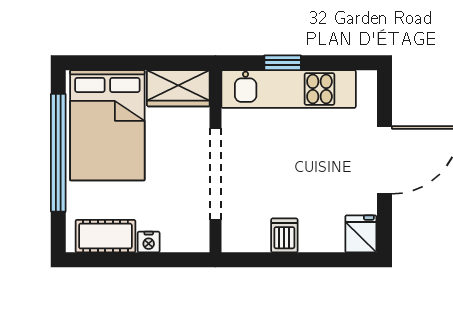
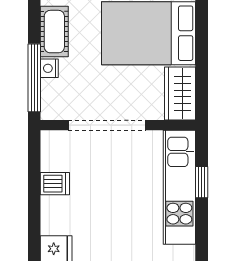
window: (160, 260) -> (34, 78), added

